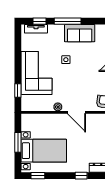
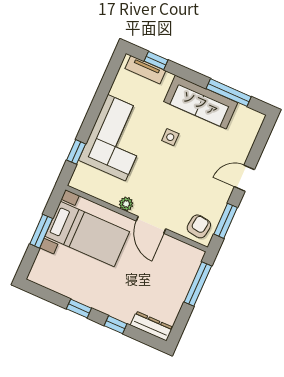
window: (68, 21) -> (229, 93), moved
sofa: (80, 33) -> (201, 102), width x1.36
bed with nightstands: (44, 151) -> (87, 234), moved
window: (38, 176) -> (79, 309), moved

